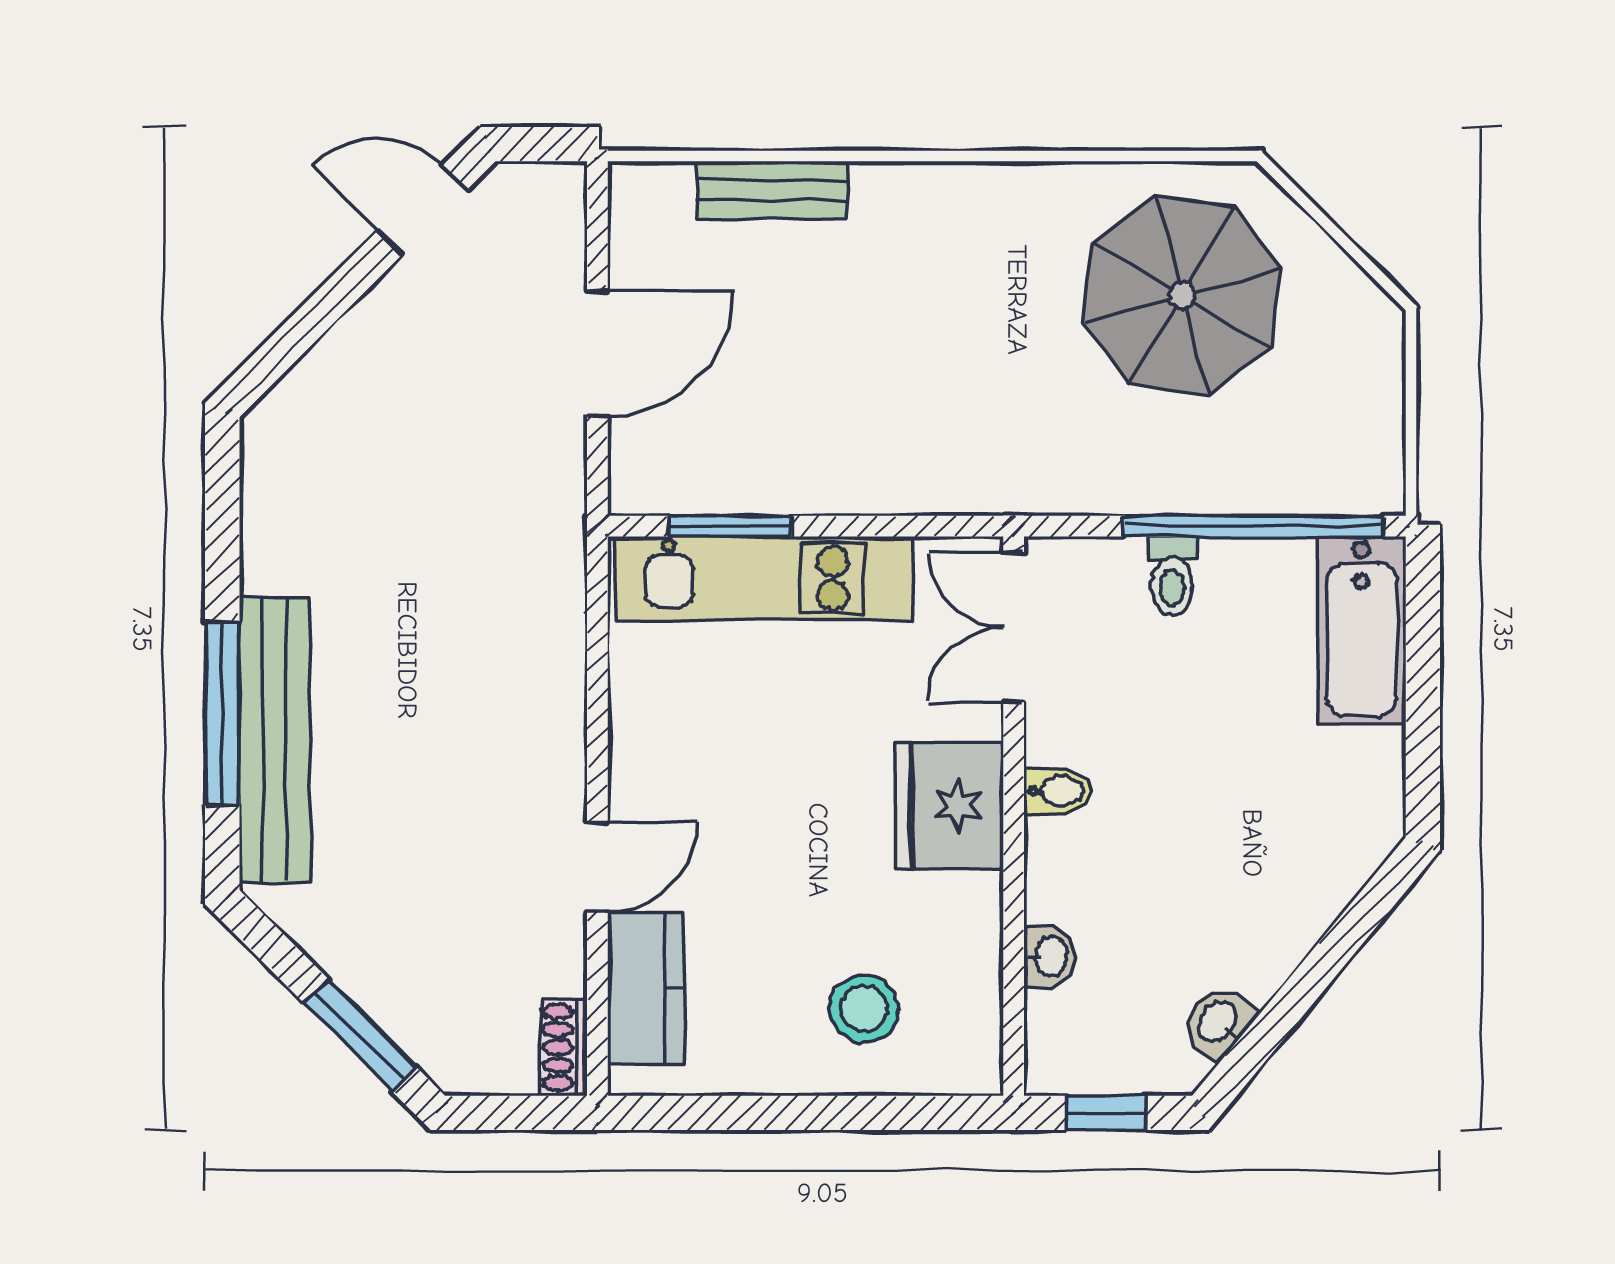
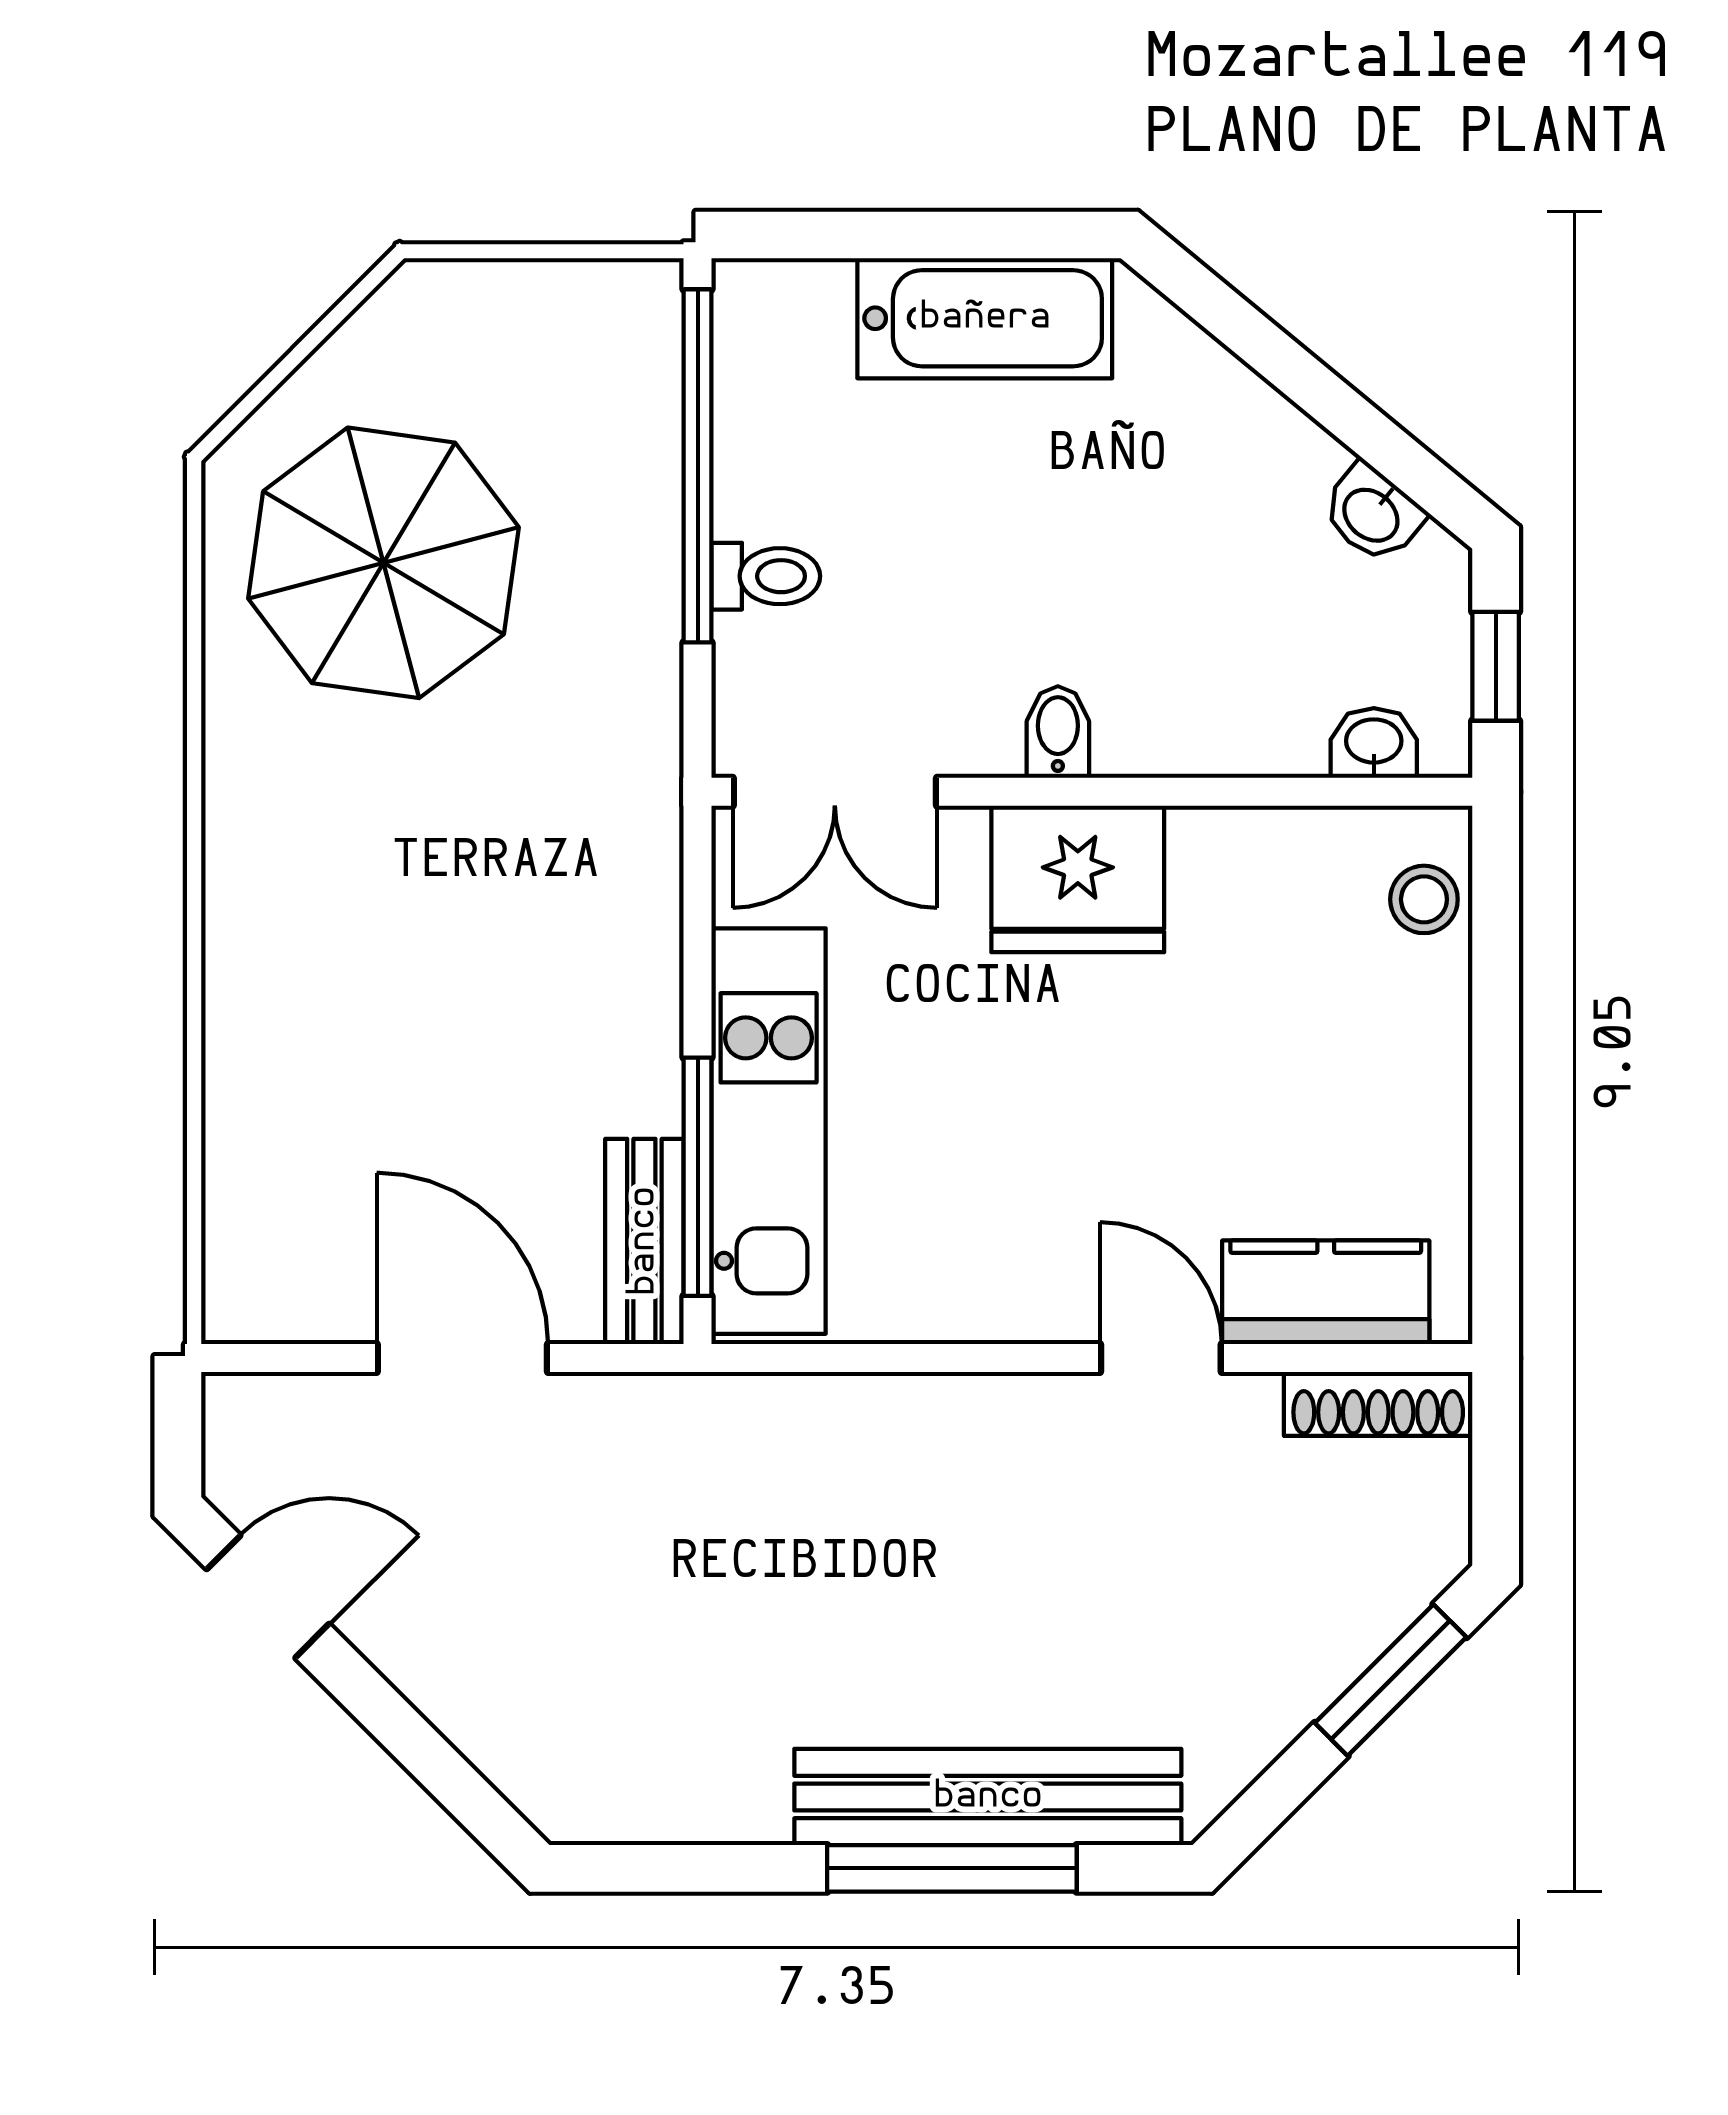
bench: (772, 190) -> (644, 1241), moved
door: (422, 210) -> (268, 1597), swing flipped
window: (731, 526) -> (698, 1177), width x1.44
bathtub: (1362, 630) -> (985, 318), moved
washbasin: (1049, 956) -> (1374, 743), moved
stool: (864, 1009) -> (1424, 899), moved, width x0.73, depth x0.73
shoe rack: (564, 1047) -> (1378, 1404), width x1.43

